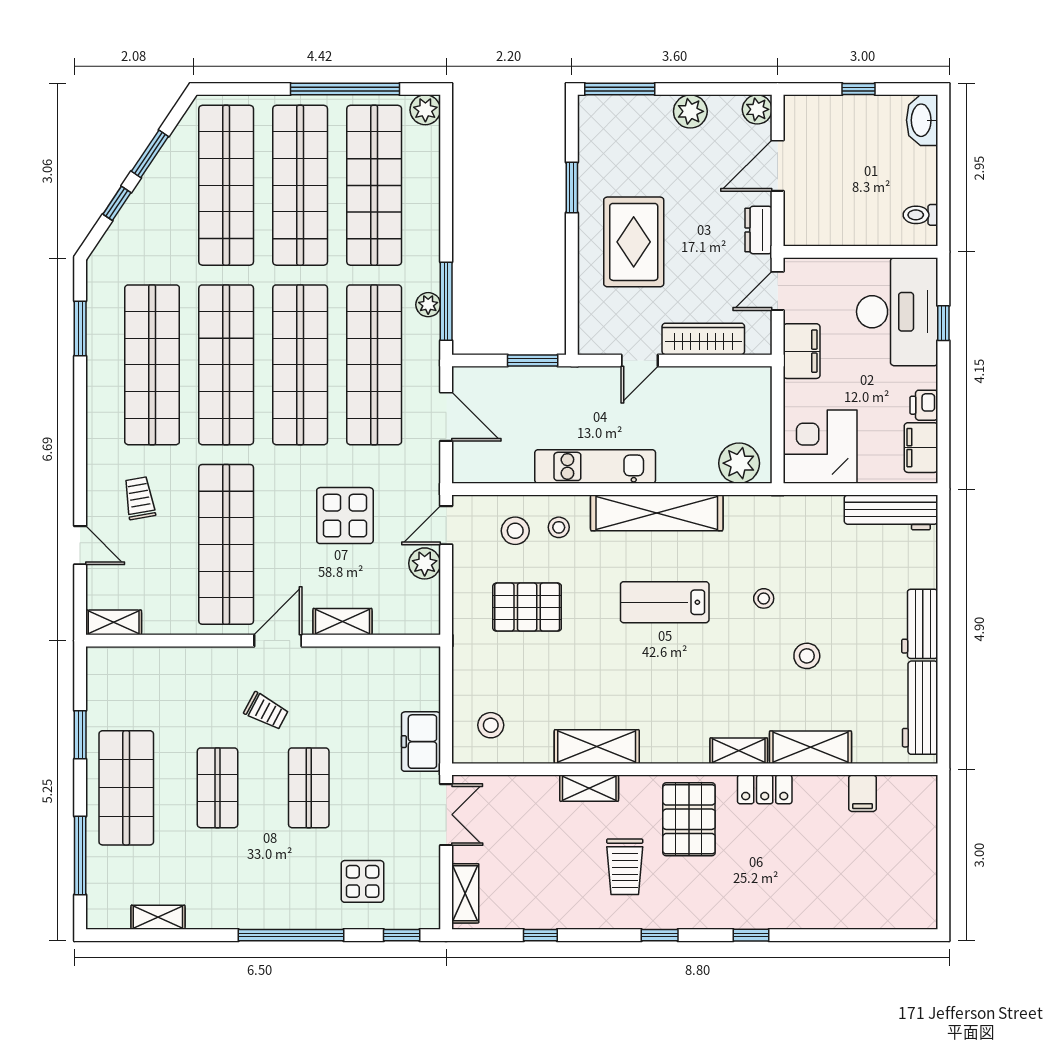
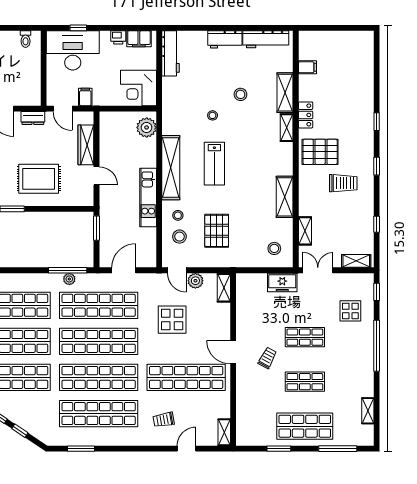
filing cabinet: (802, 351) -> (85, 97), width x0.50
shelving: (342, 622) -> (224, 288), moved
shelving: (589, 788) -> (305, 231), moved

